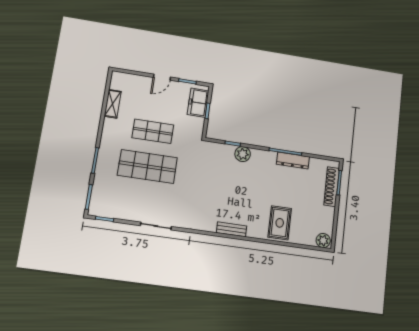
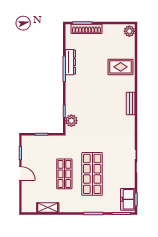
freezer: (198, 103) -> (128, 199), moved, turned 90
plant: (243, 154) -> (71, 121), moved

